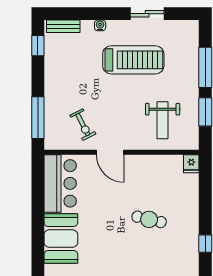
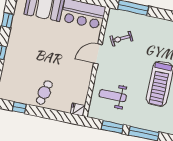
cafe table: (149, 219) -> (44, 93), moved

